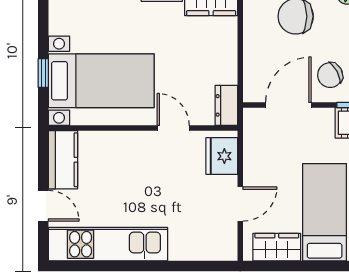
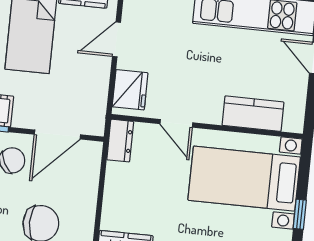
window: (43, 73) -> (300, 214), moved
kitchen counter: (63, 160) -> (253, 114), moved, turned 90

